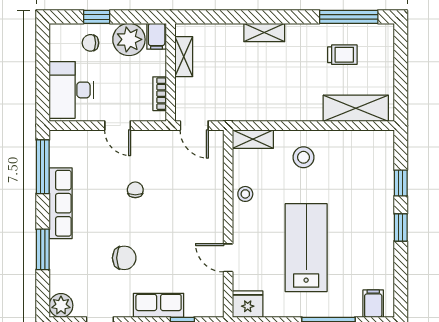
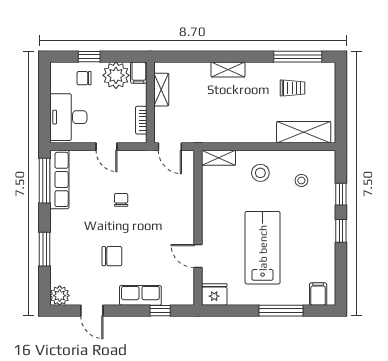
stool: (245, 194) -> (301, 180), moved
row of seats: (61, 203) -> (59, 179), moved

